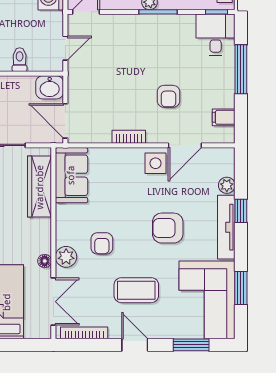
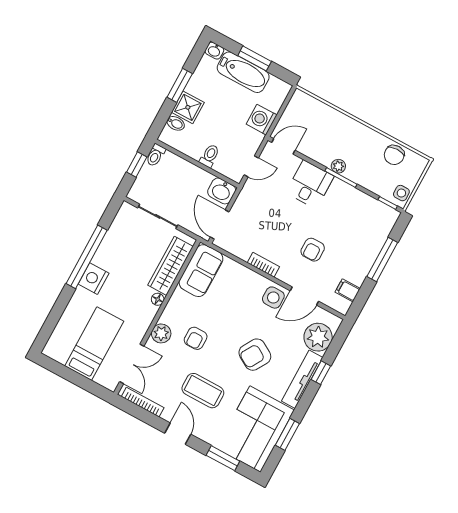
desk: (216, 35) -> (310, 184), moved
plant: (227, 185) -> (318, 337), width x1.87, depth x1.87
armchair: (168, 228) -> (255, 355), turned -59
floor lamp: (45, 261) -> (158, 299), moved

